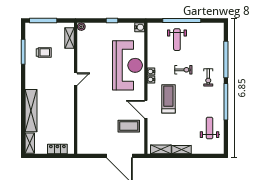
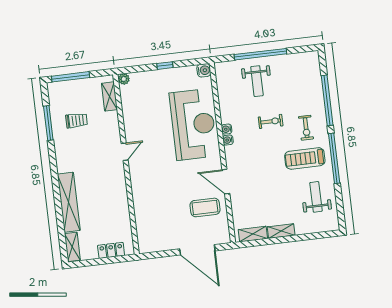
treadmill: (168, 99) -> (305, 158), moved, turned -90

